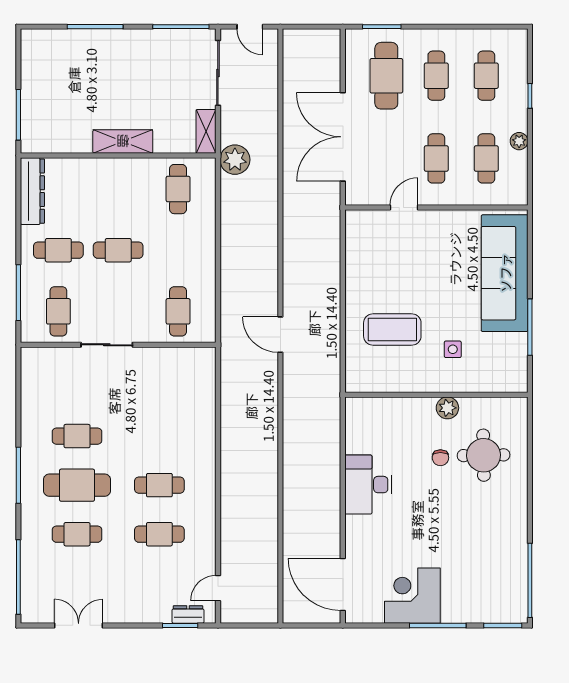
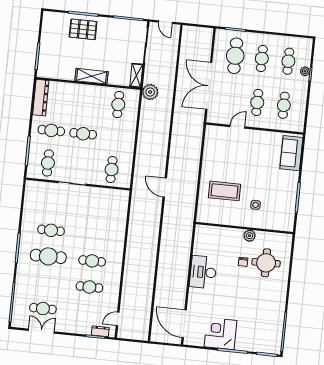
pallet: (98, 56) -> (83, 29), added
plant: (519, 141) -> (305, 71), moved
sofa: (505, 273) -> (291, 153), width x0.54, depth x0.79
cafe table: (77, 534) -> (43, 309), moved

